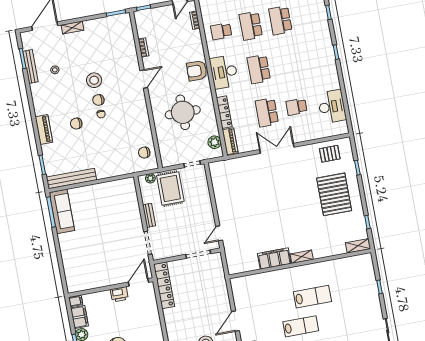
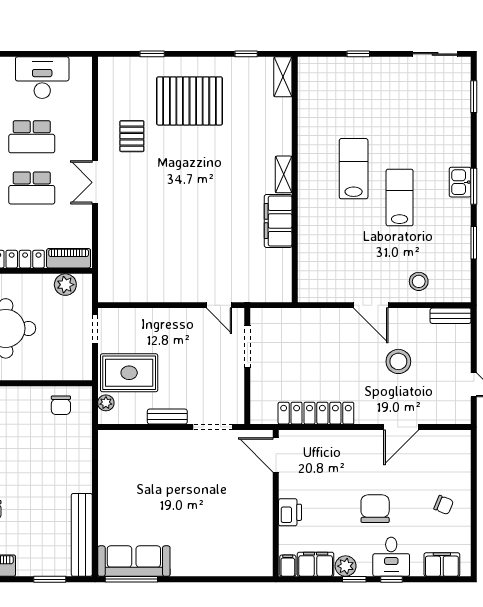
school desk: (296, 107) -> (32, 137), width x1.85
double door: (277, 148) -> (95, 182), width x0.73
pallet: (330, 154) -> (132, 136), moved
locker: (164, 285) -> (316, 413), moved
printer: (119, 294) -> (290, 512), moved

